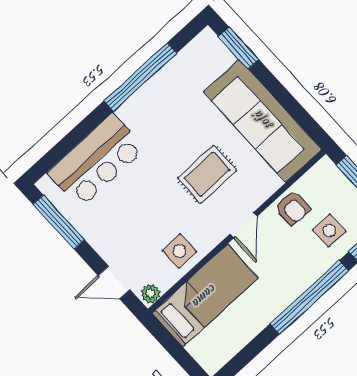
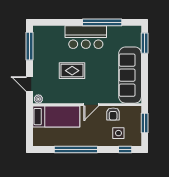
bar counter: (96, 161) -> (86, 37), moved
rug: (207, 174) -> (72, 71), moved
side table: (179, 251) -> (61, 93), removed
window: (309, 297) -> (76, 150), moved

